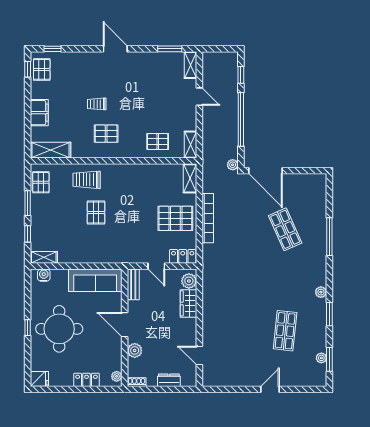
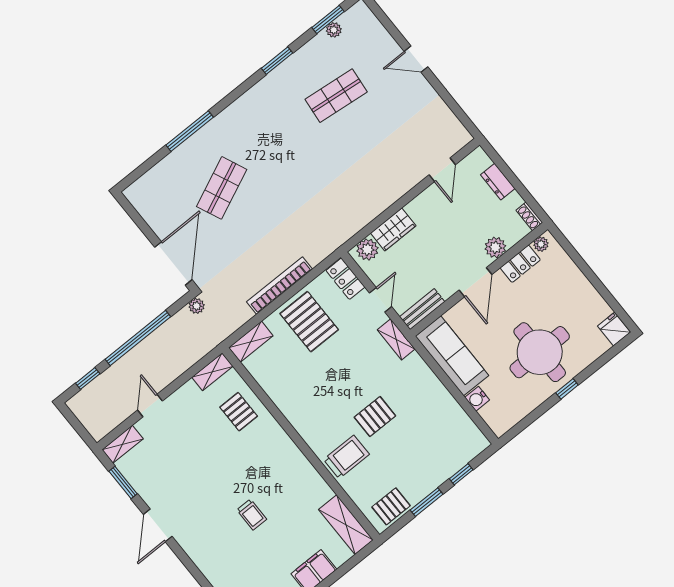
door: (115, 49) -> (158, 525), moved
pallet: (106, 134) -> (277, 477), removed
trolley: (87, 180) -> (346, 457), turned -90
shelving: (44, 257) -> (396, 339), moved
water cooler: (44, 275) -> (477, 399), moved
plant: (321, 292) -> (260, 90), removed
locker: (87, 380) -> (520, 264), moved, turned -90

